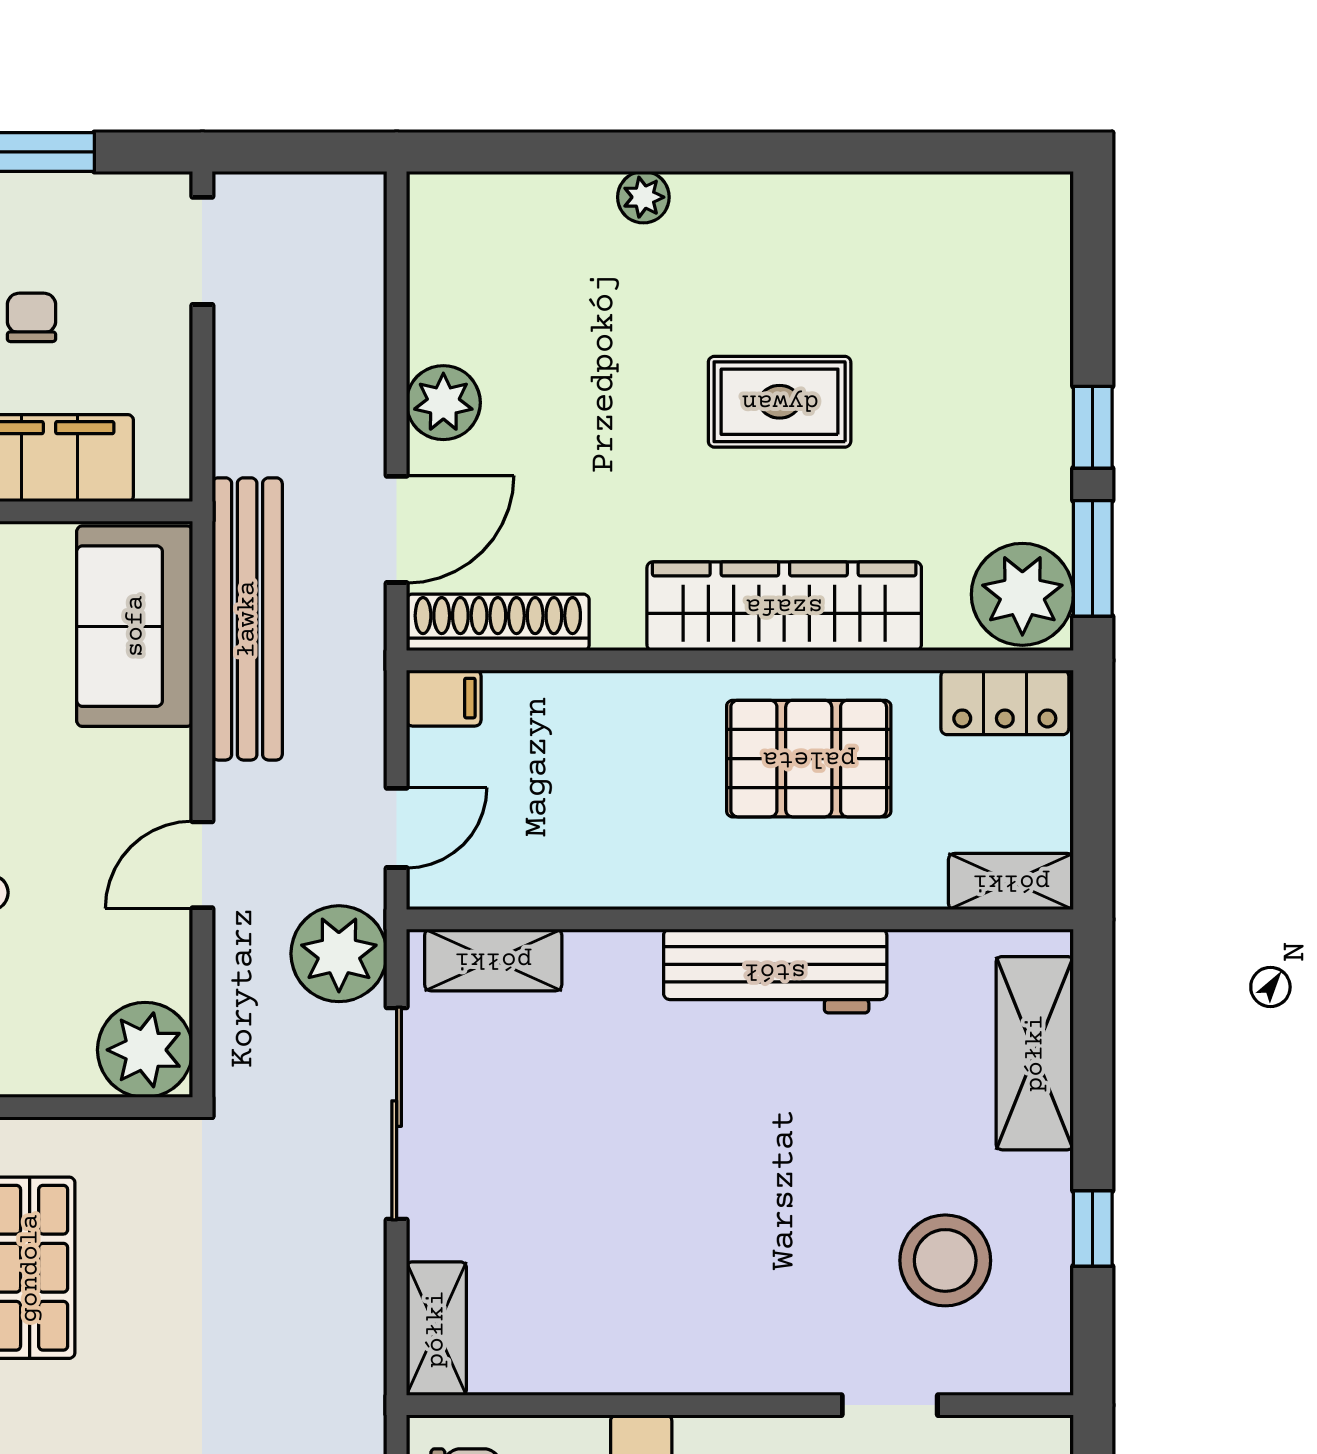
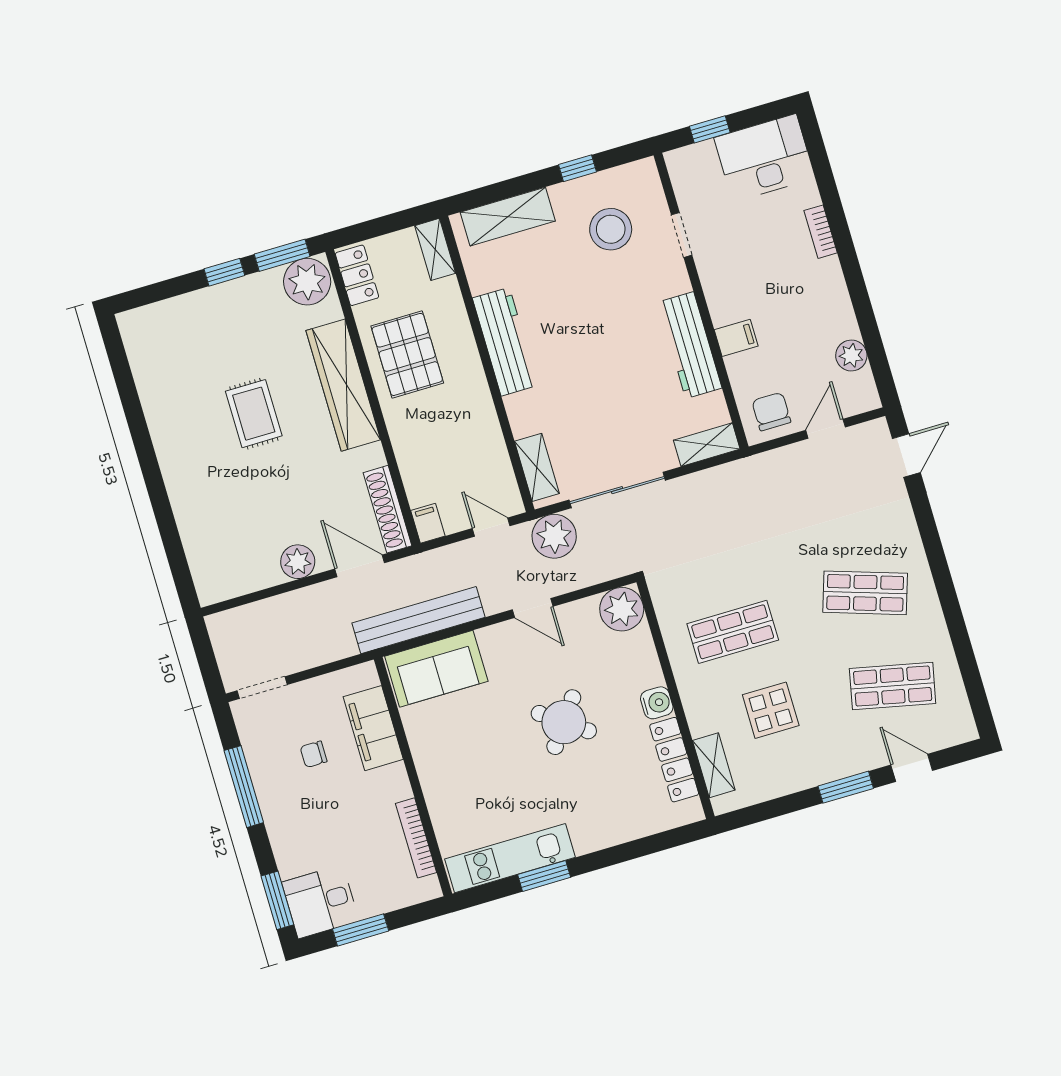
plant: (643, 197) -> (181, 500), removed
workbench: (655, 1354) -> (690, 345), added

